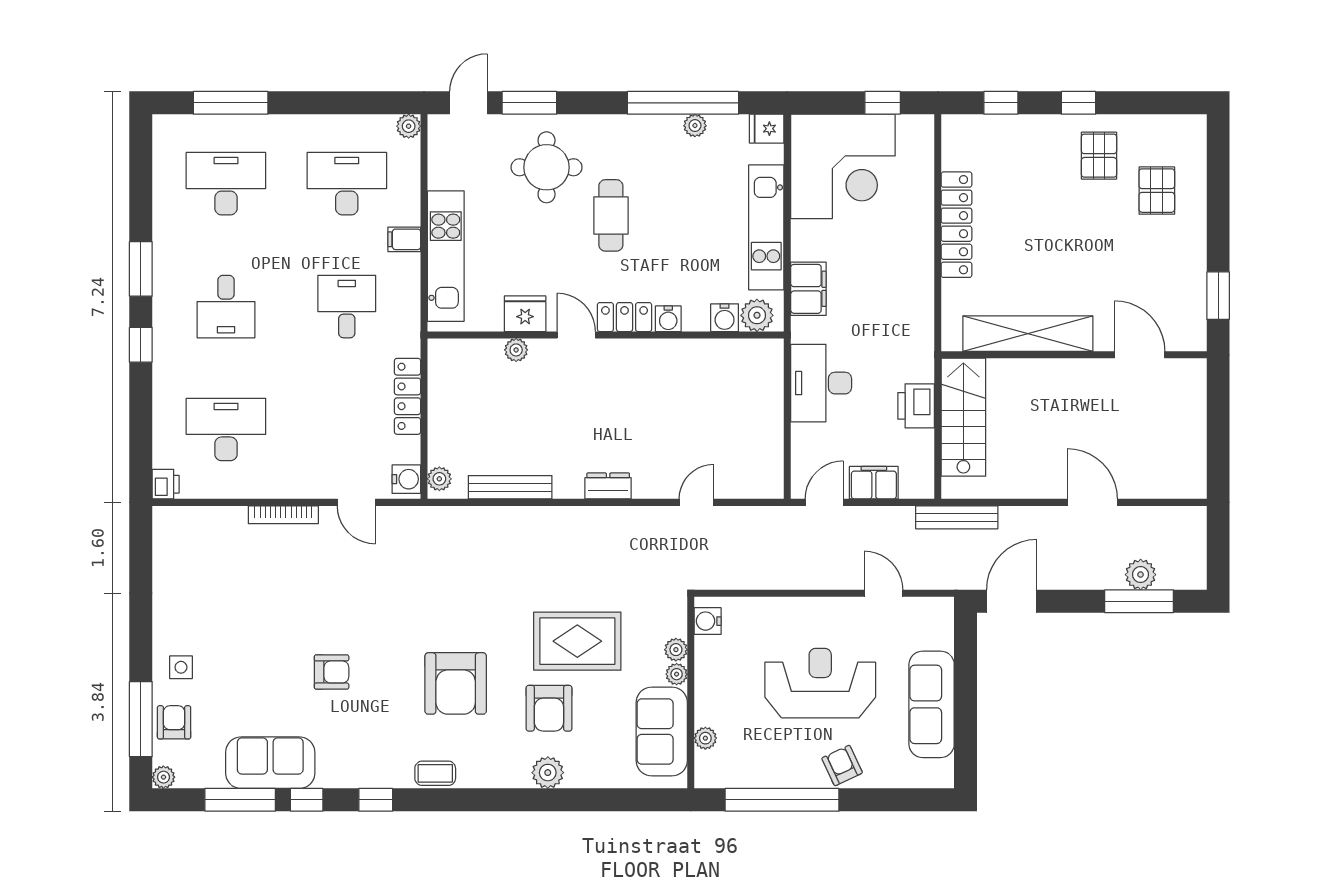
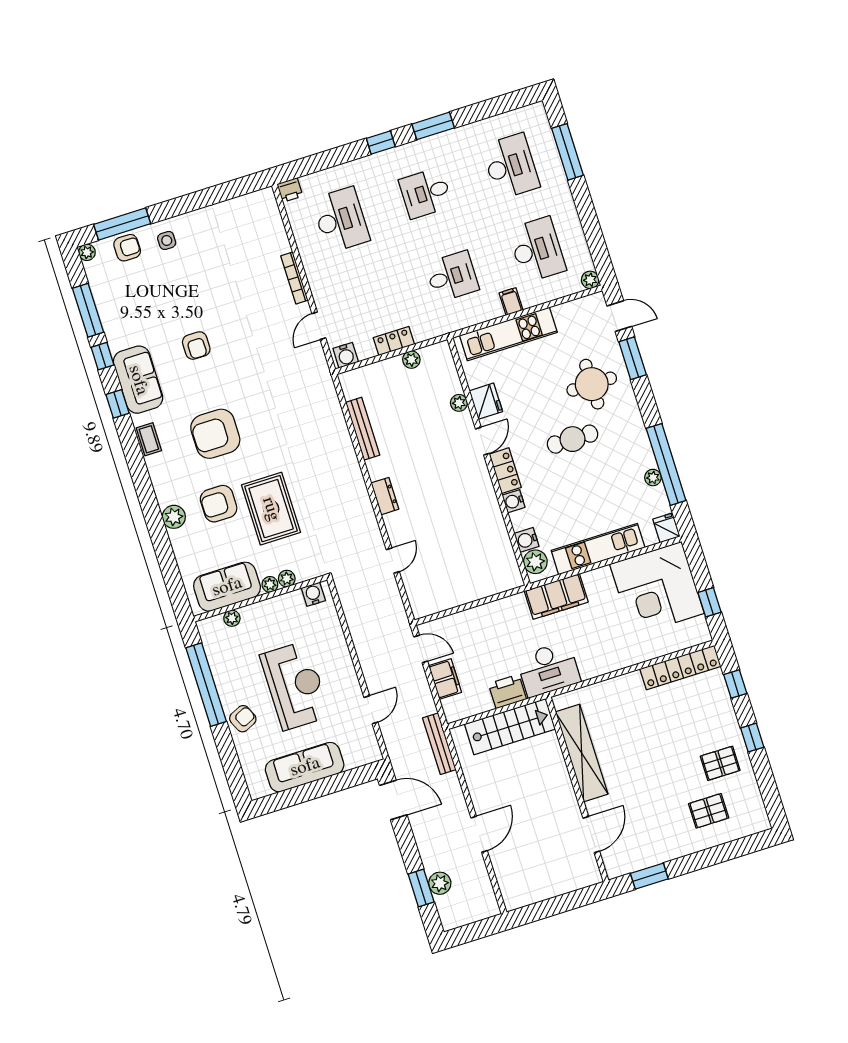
locker: (956, 225) -> (680, 668), moved
filing cabinet: (808, 289) -> (556, 597), width x1.50, depth x1.17
desk: (821, 383) -> (548, 669), moved, turned 180
locker: (408, 396) -> (394, 341), width x0.66
plant: (439, 479) -> (411, 360), moved
door: (696, 502) -> (393, 561), hinge flipped
window: (1139, 601) -> (421, 888), width x0.69
sofa: (270, 763) -> (138, 380), moved

